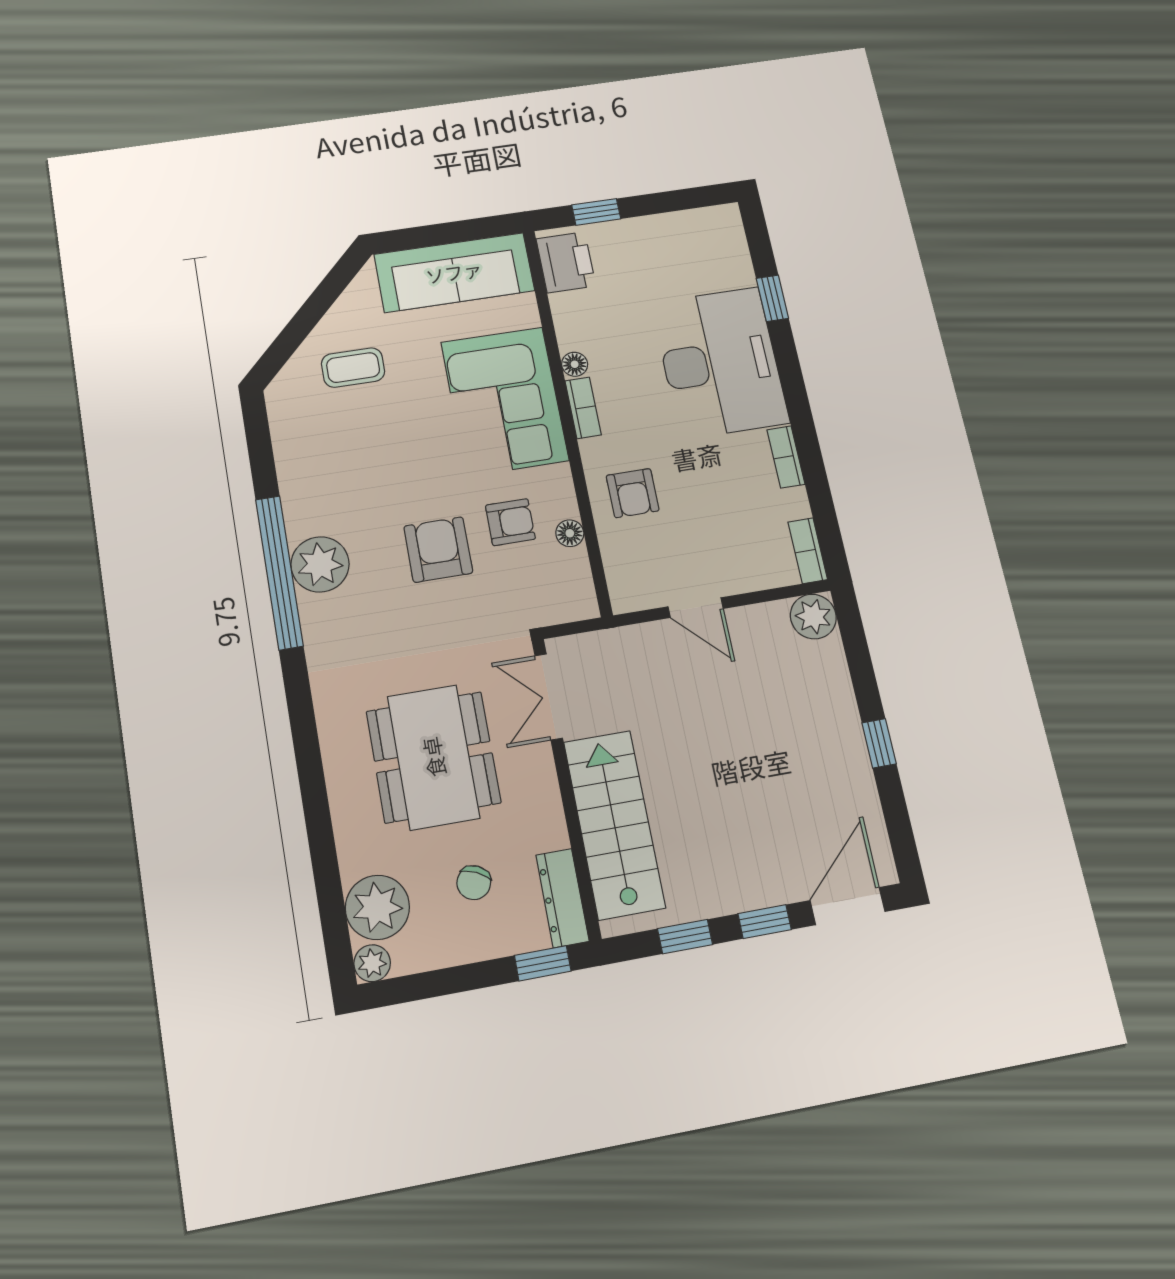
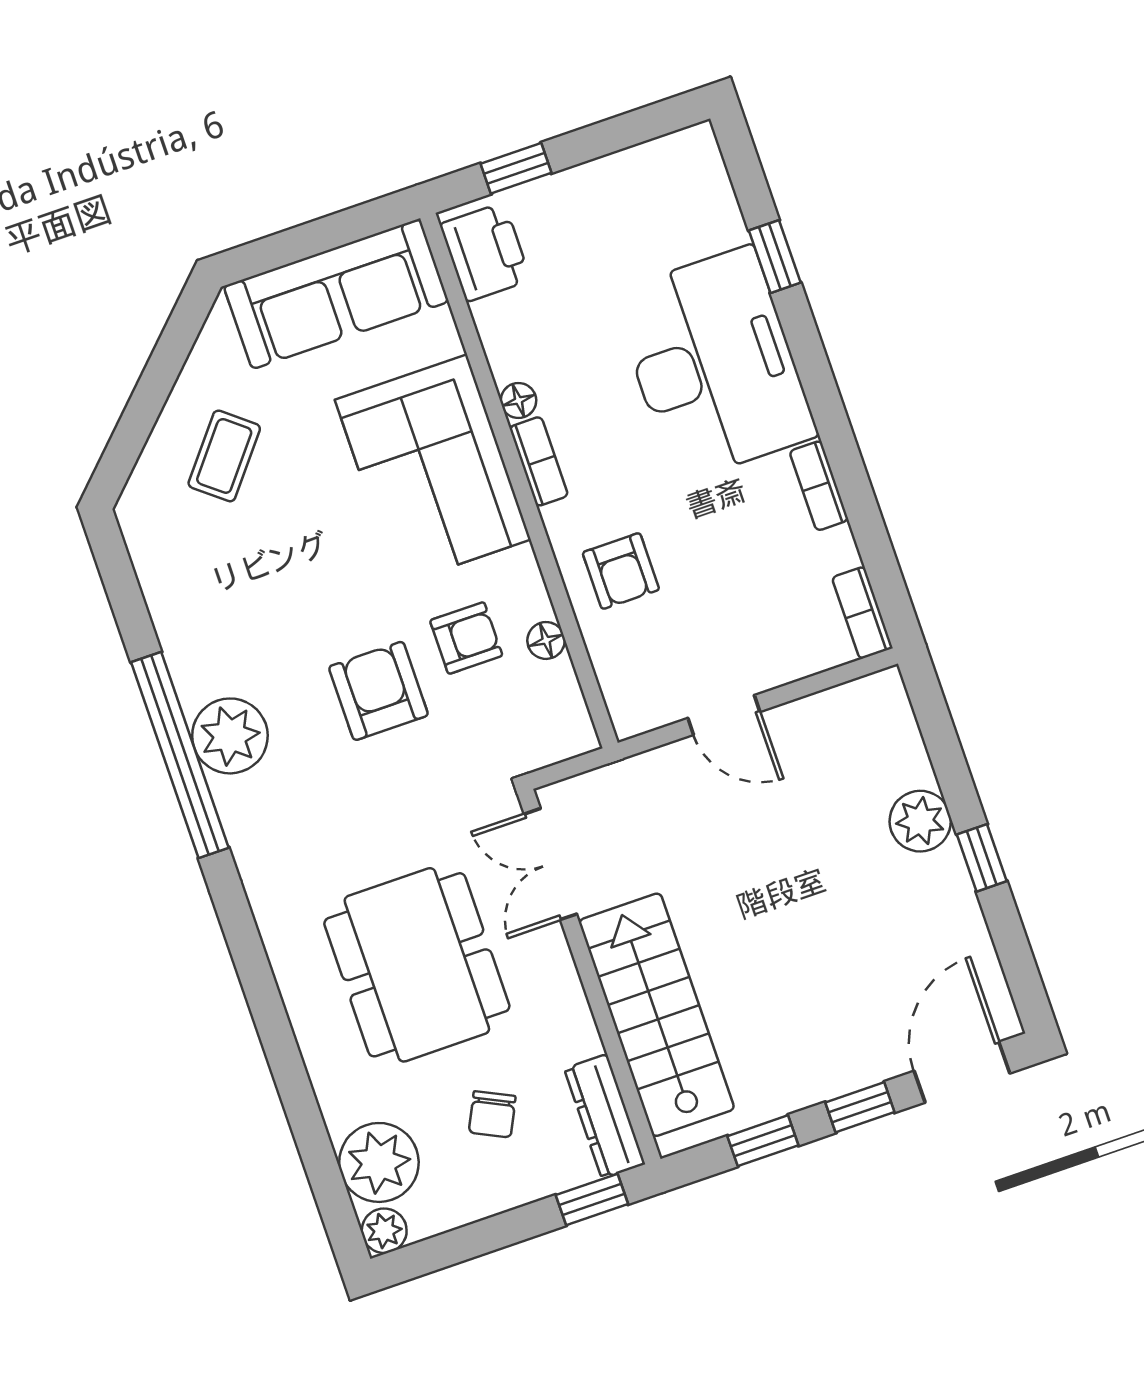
coffee table: (353, 368) -> (224, 456), turned -51
plant: (813, 616) -> (920, 821), moved

